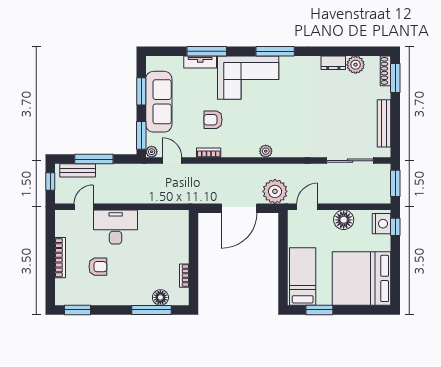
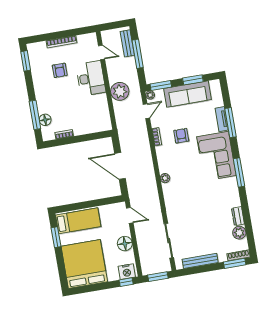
window: (50, 182) -> (116, 25), removed
plant: (275, 191) -> (120, 91), moved

